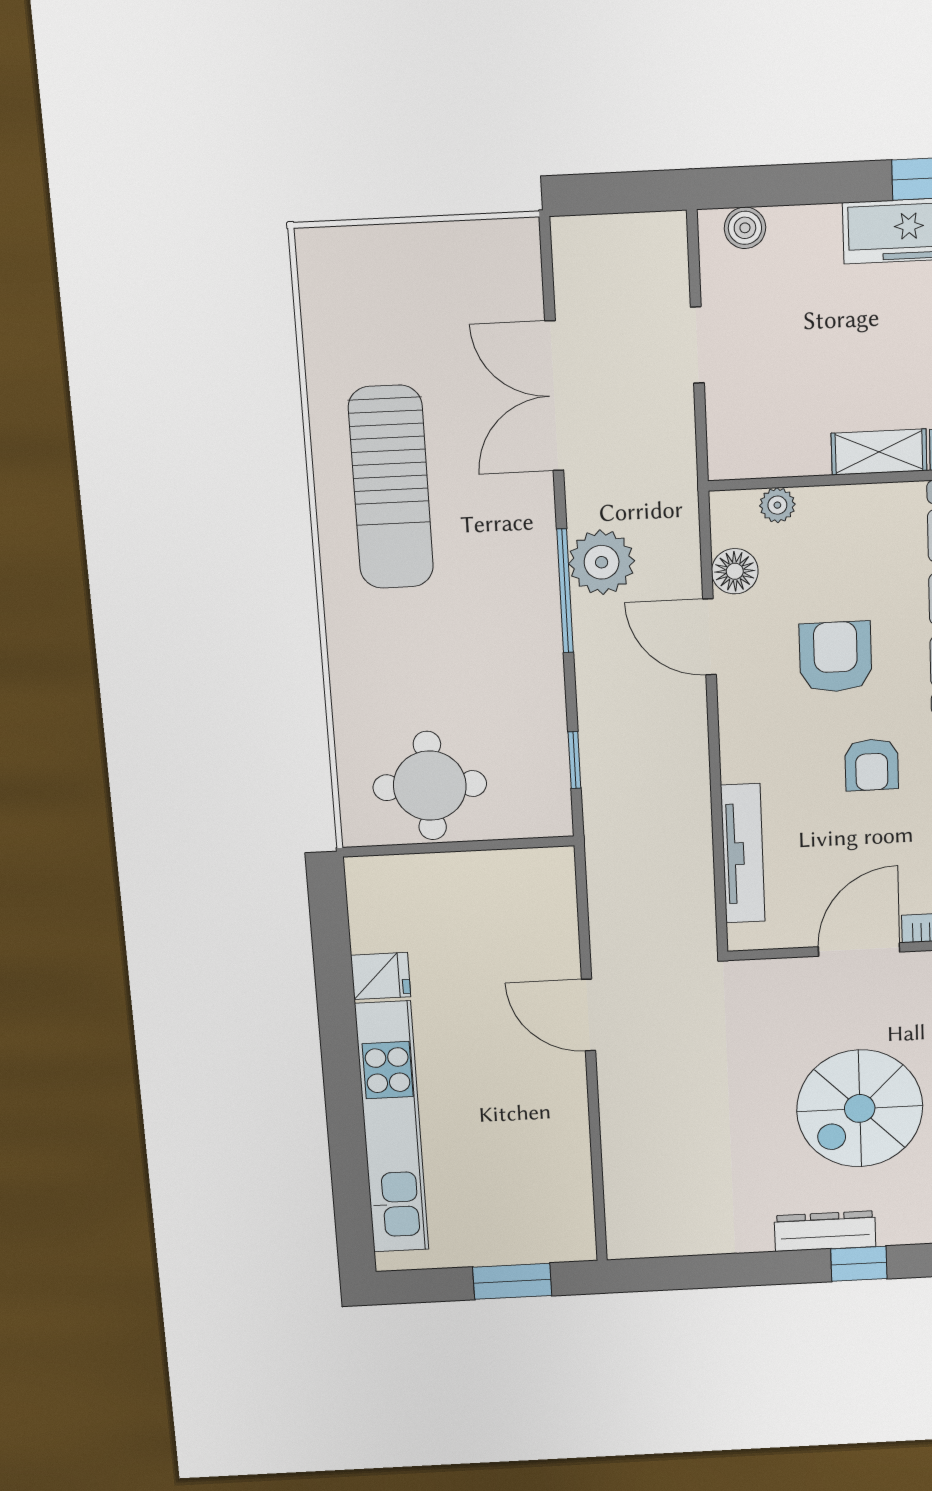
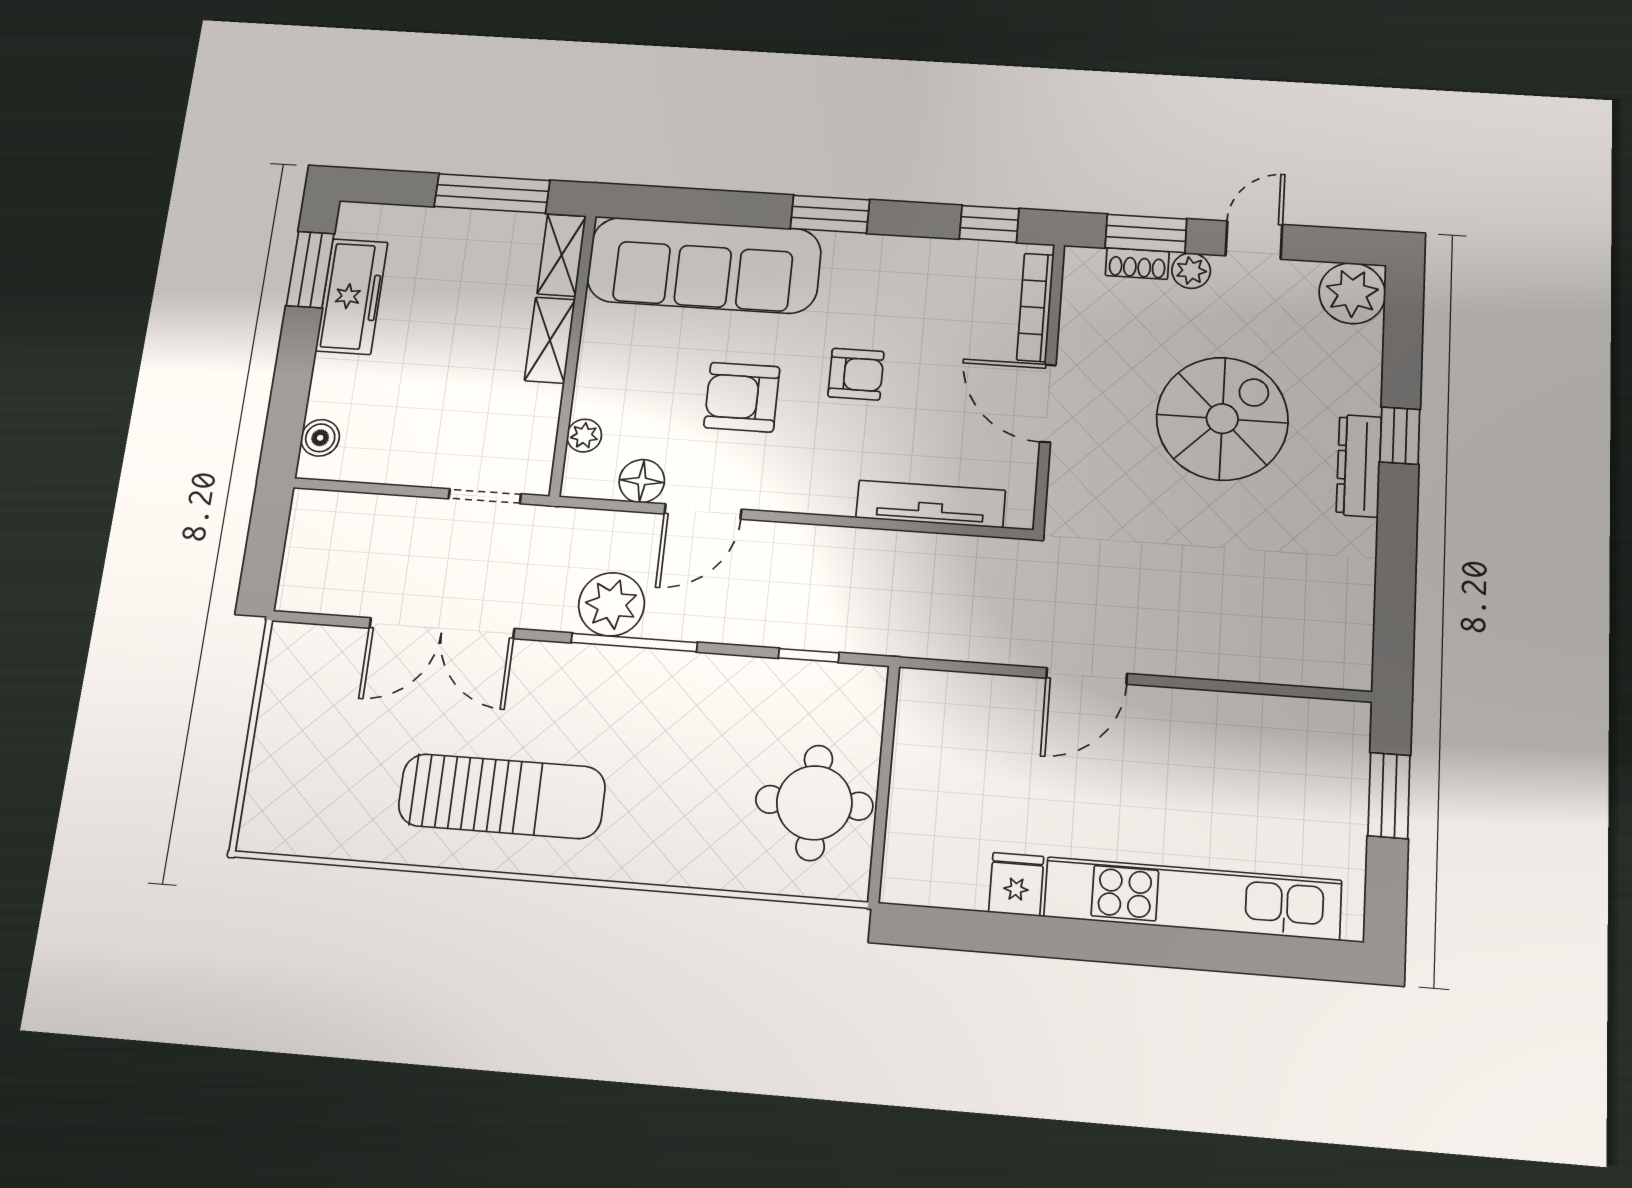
doorway: (697, 345) -> (485, 496), moved
spiral stairs: (860, 1108) -> (1222, 419), turned -90

